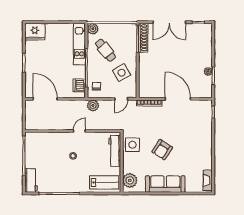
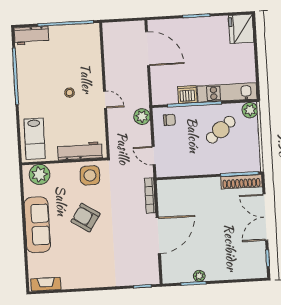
side table: (122, 73) -> (190, 154), removed
dishwasher: (79, 85) -> (187, 95), moved
door: (45, 99) -> (148, 49), hinge flipped

